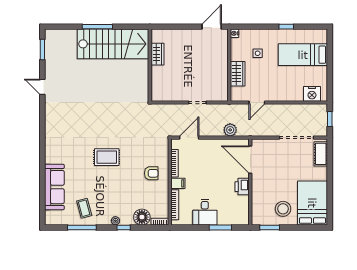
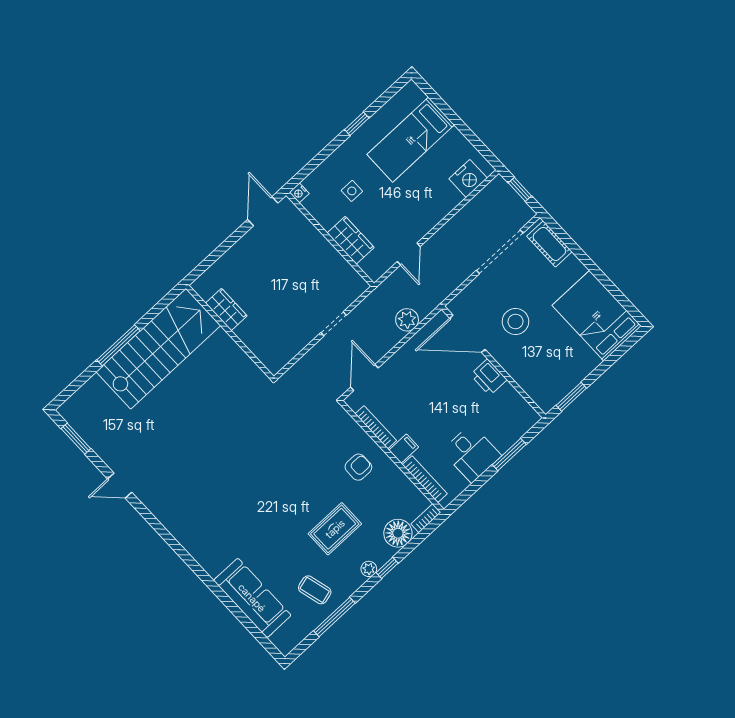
rug: (107, 157) -> (335, 529), moved
stool: (283, 209) -> (515, 322), moved

